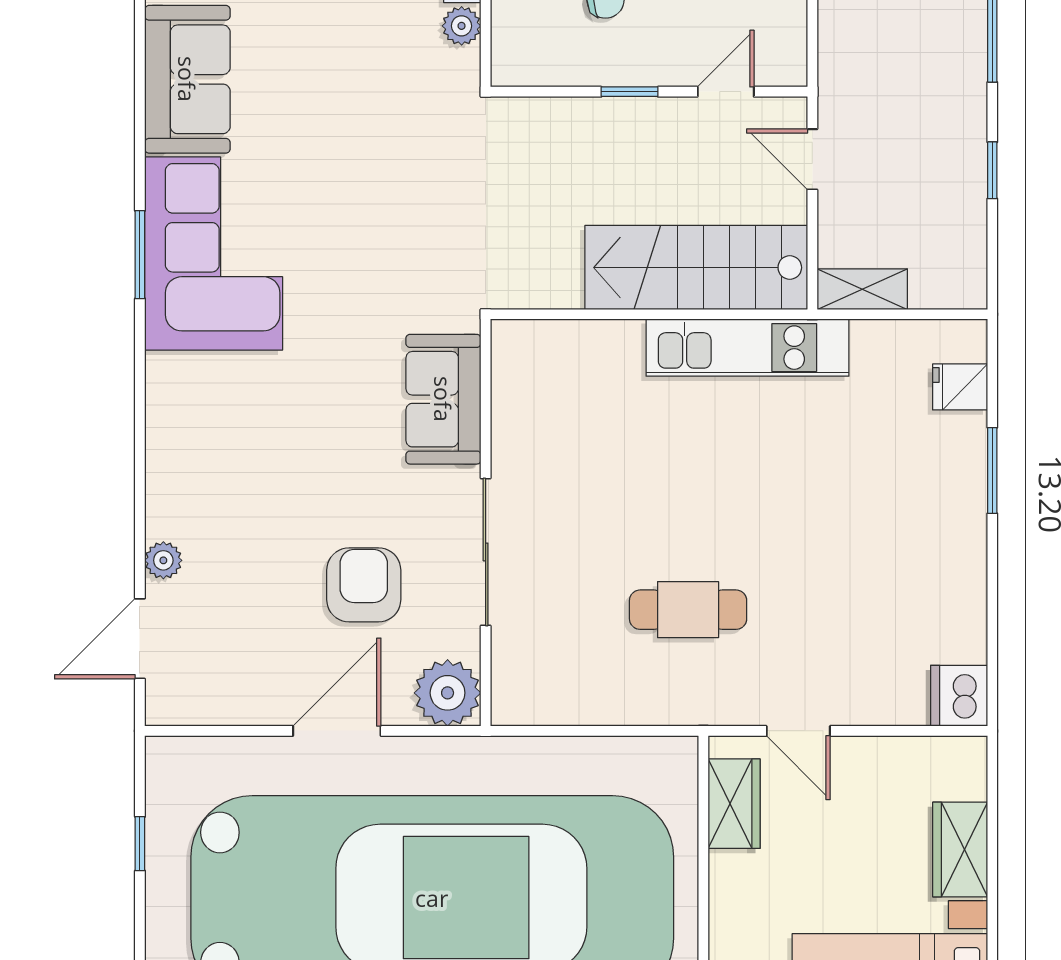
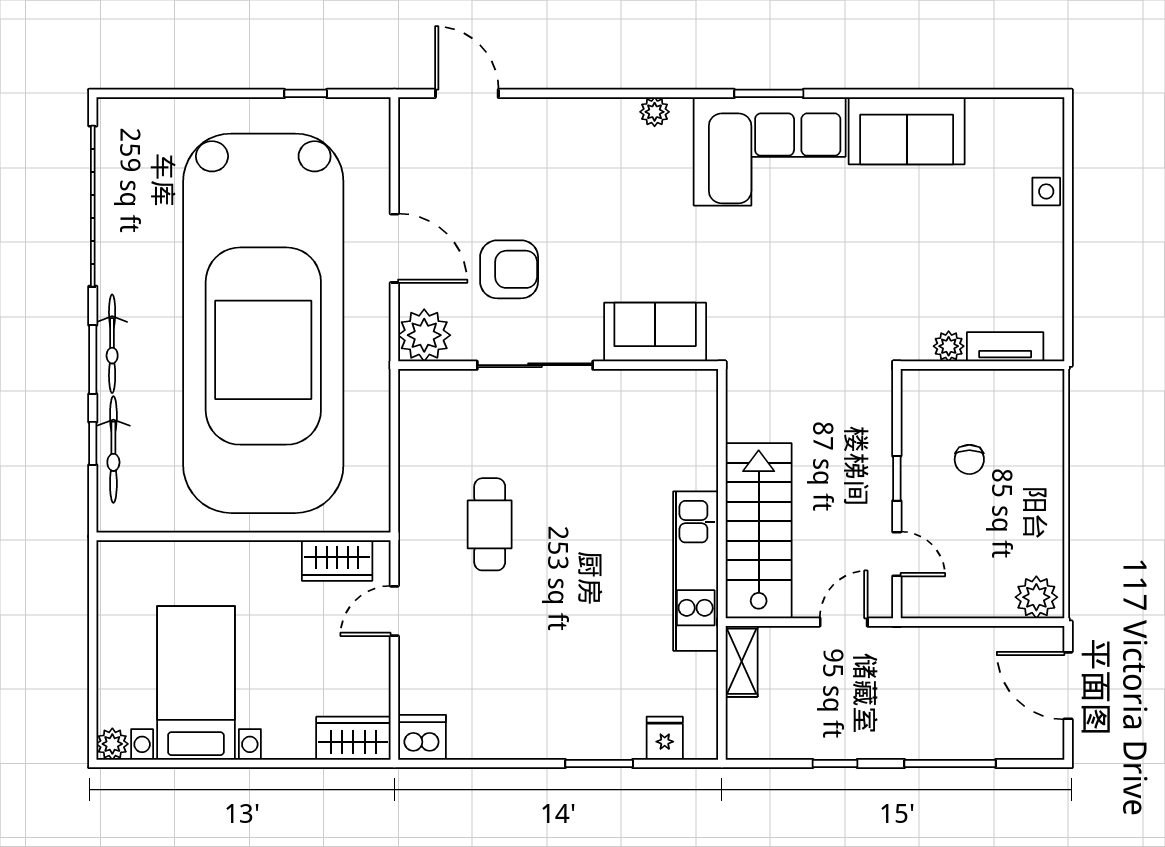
plant: (163, 560) -> (655, 112), moved
wardrobe: (960, 850) -> (353, 738), moved

